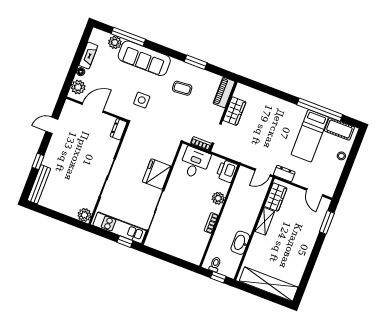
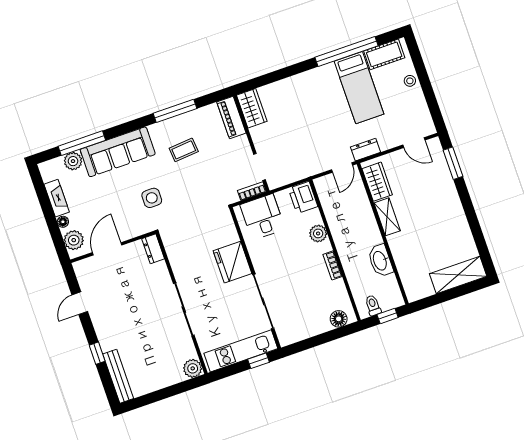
window: (196, 62) -> (175, 111), width x1.44
wardrobe: (234, 111) -> (252, 108), moved
floor lamp: (190, 256) -> (339, 319), added
shelving: (269, 284) -> (458, 275), width x0.68

